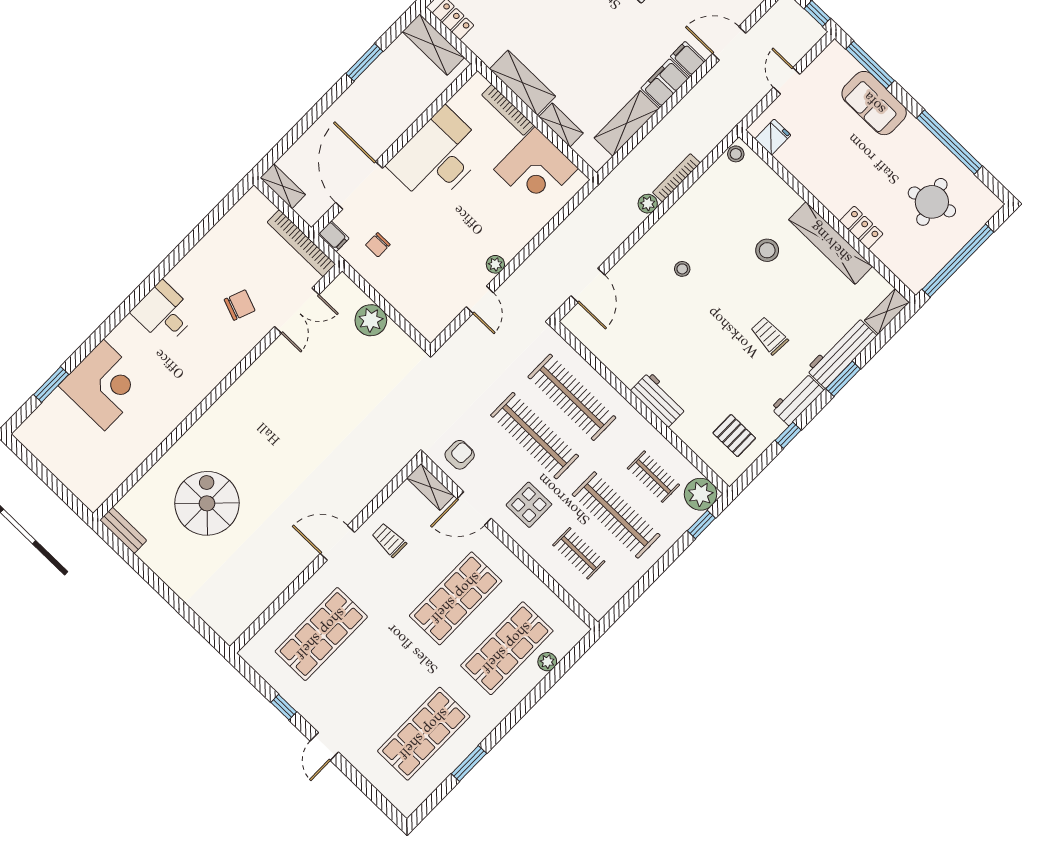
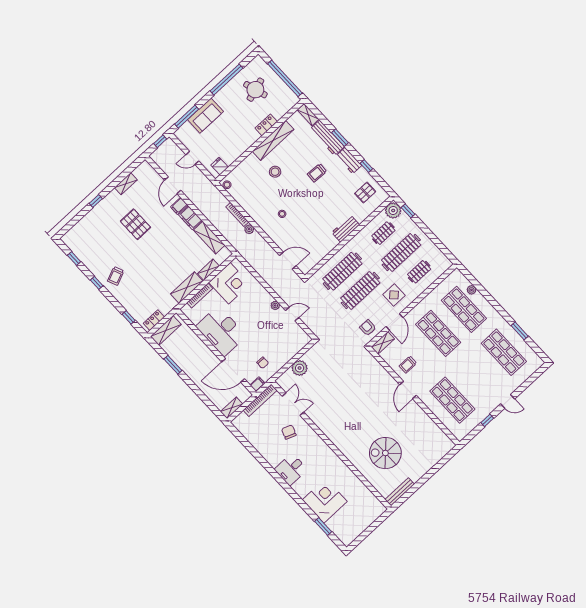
bench: (123, 530) -> (400, 492), width x1.36

